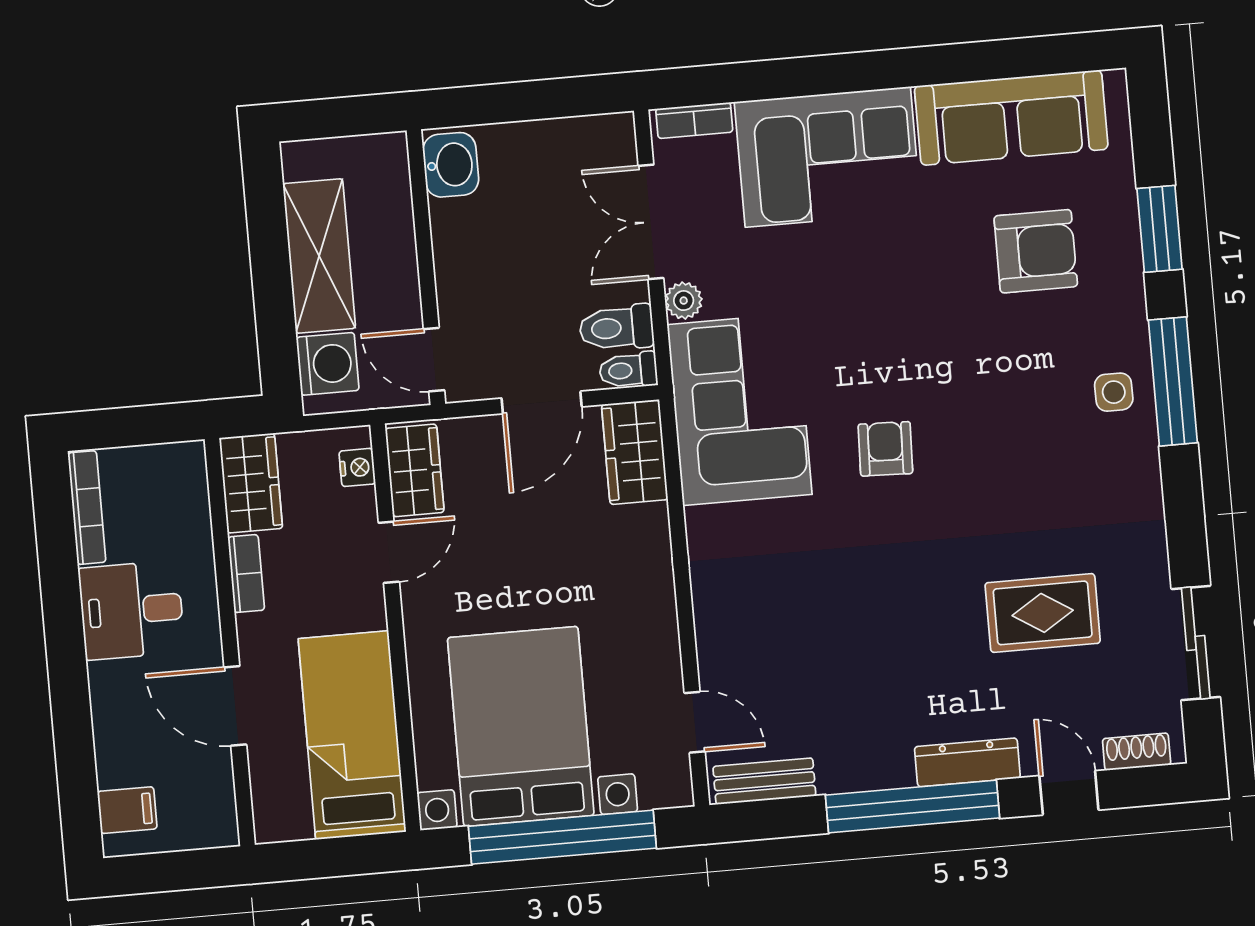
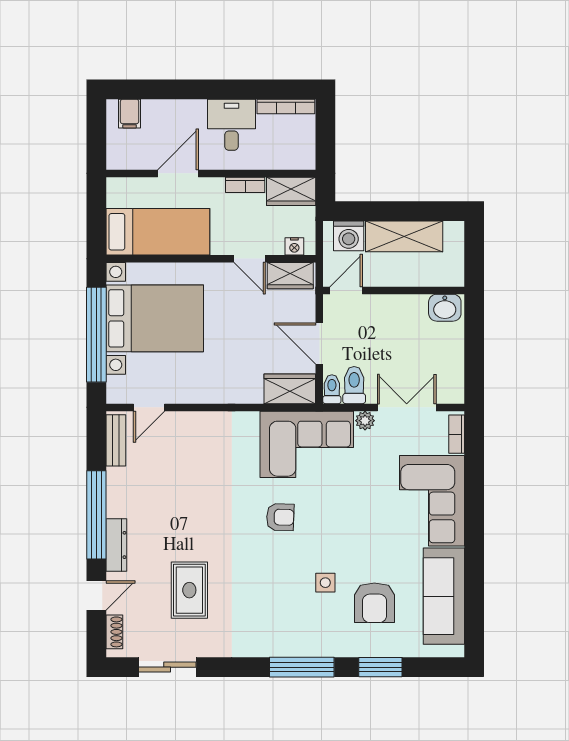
side table: (1114, 392) -> (325, 583), moved

